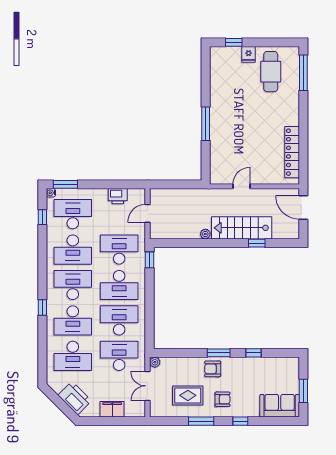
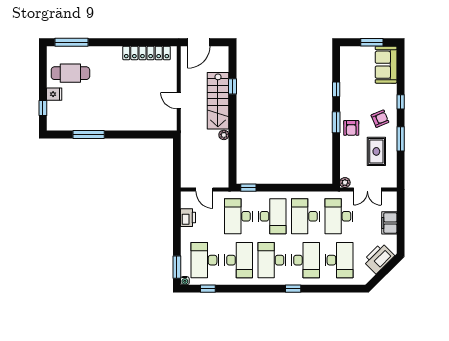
window: (206, 124) -> (89, 135), moved
armchair: (223, 399) -> (380, 119), turned 67

